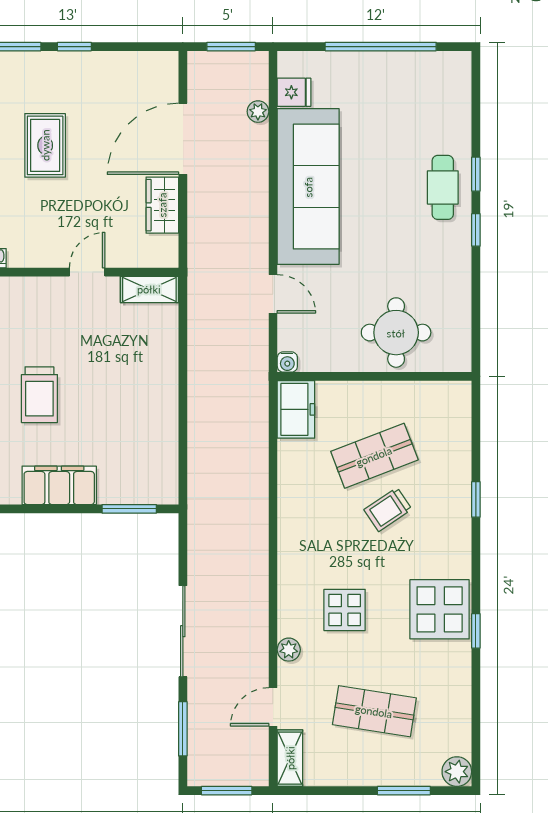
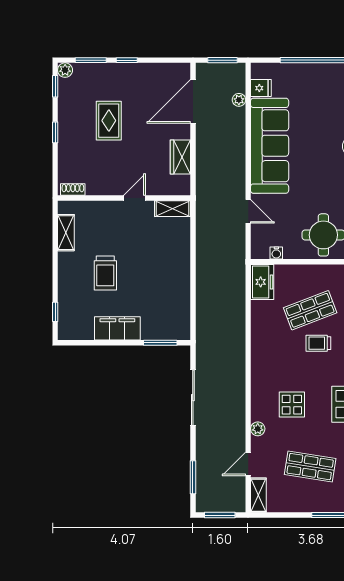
door: (183, 139) -> (193, 101), moved
water cooler: (287, 362) -> (276, 253), moved
trolley: (388, 510) -> (318, 343), turned 34
sliding door: (183, 631) -> (193, 398), moved

